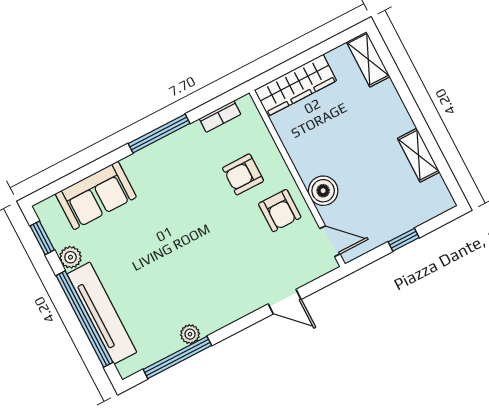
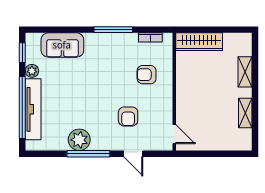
shelving: (368, 59) -> (245, 72), moved
boiler: (323, 191) -> (185, 105), removed
armchair: (280, 211) -> (128, 116), moved
window: (404, 240) -> (214, 154), removed
plant: (190, 334) -> (79, 140), width x1.88, depth x1.88
window: (177, 357) -> (88, 154), moved

